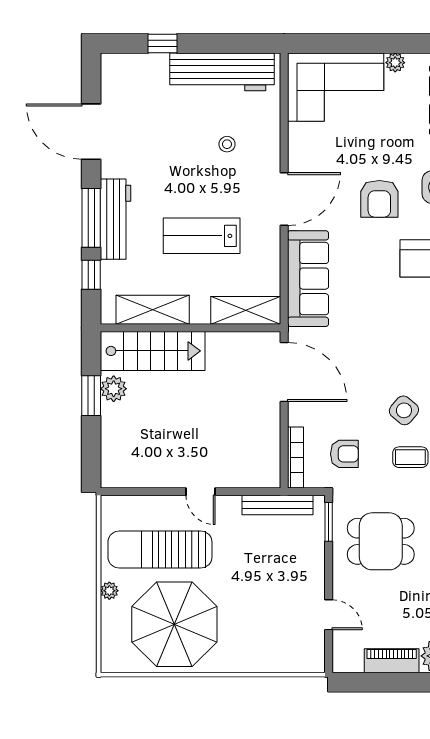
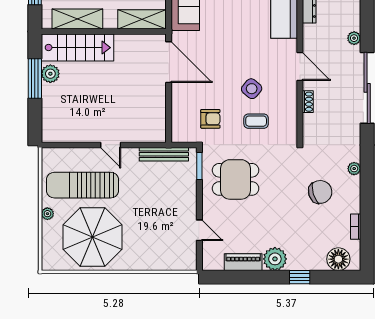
window: (91, 396) -> (35, 78), width x1.44
bookcase: (295, 457) -> (176, 121), removed

